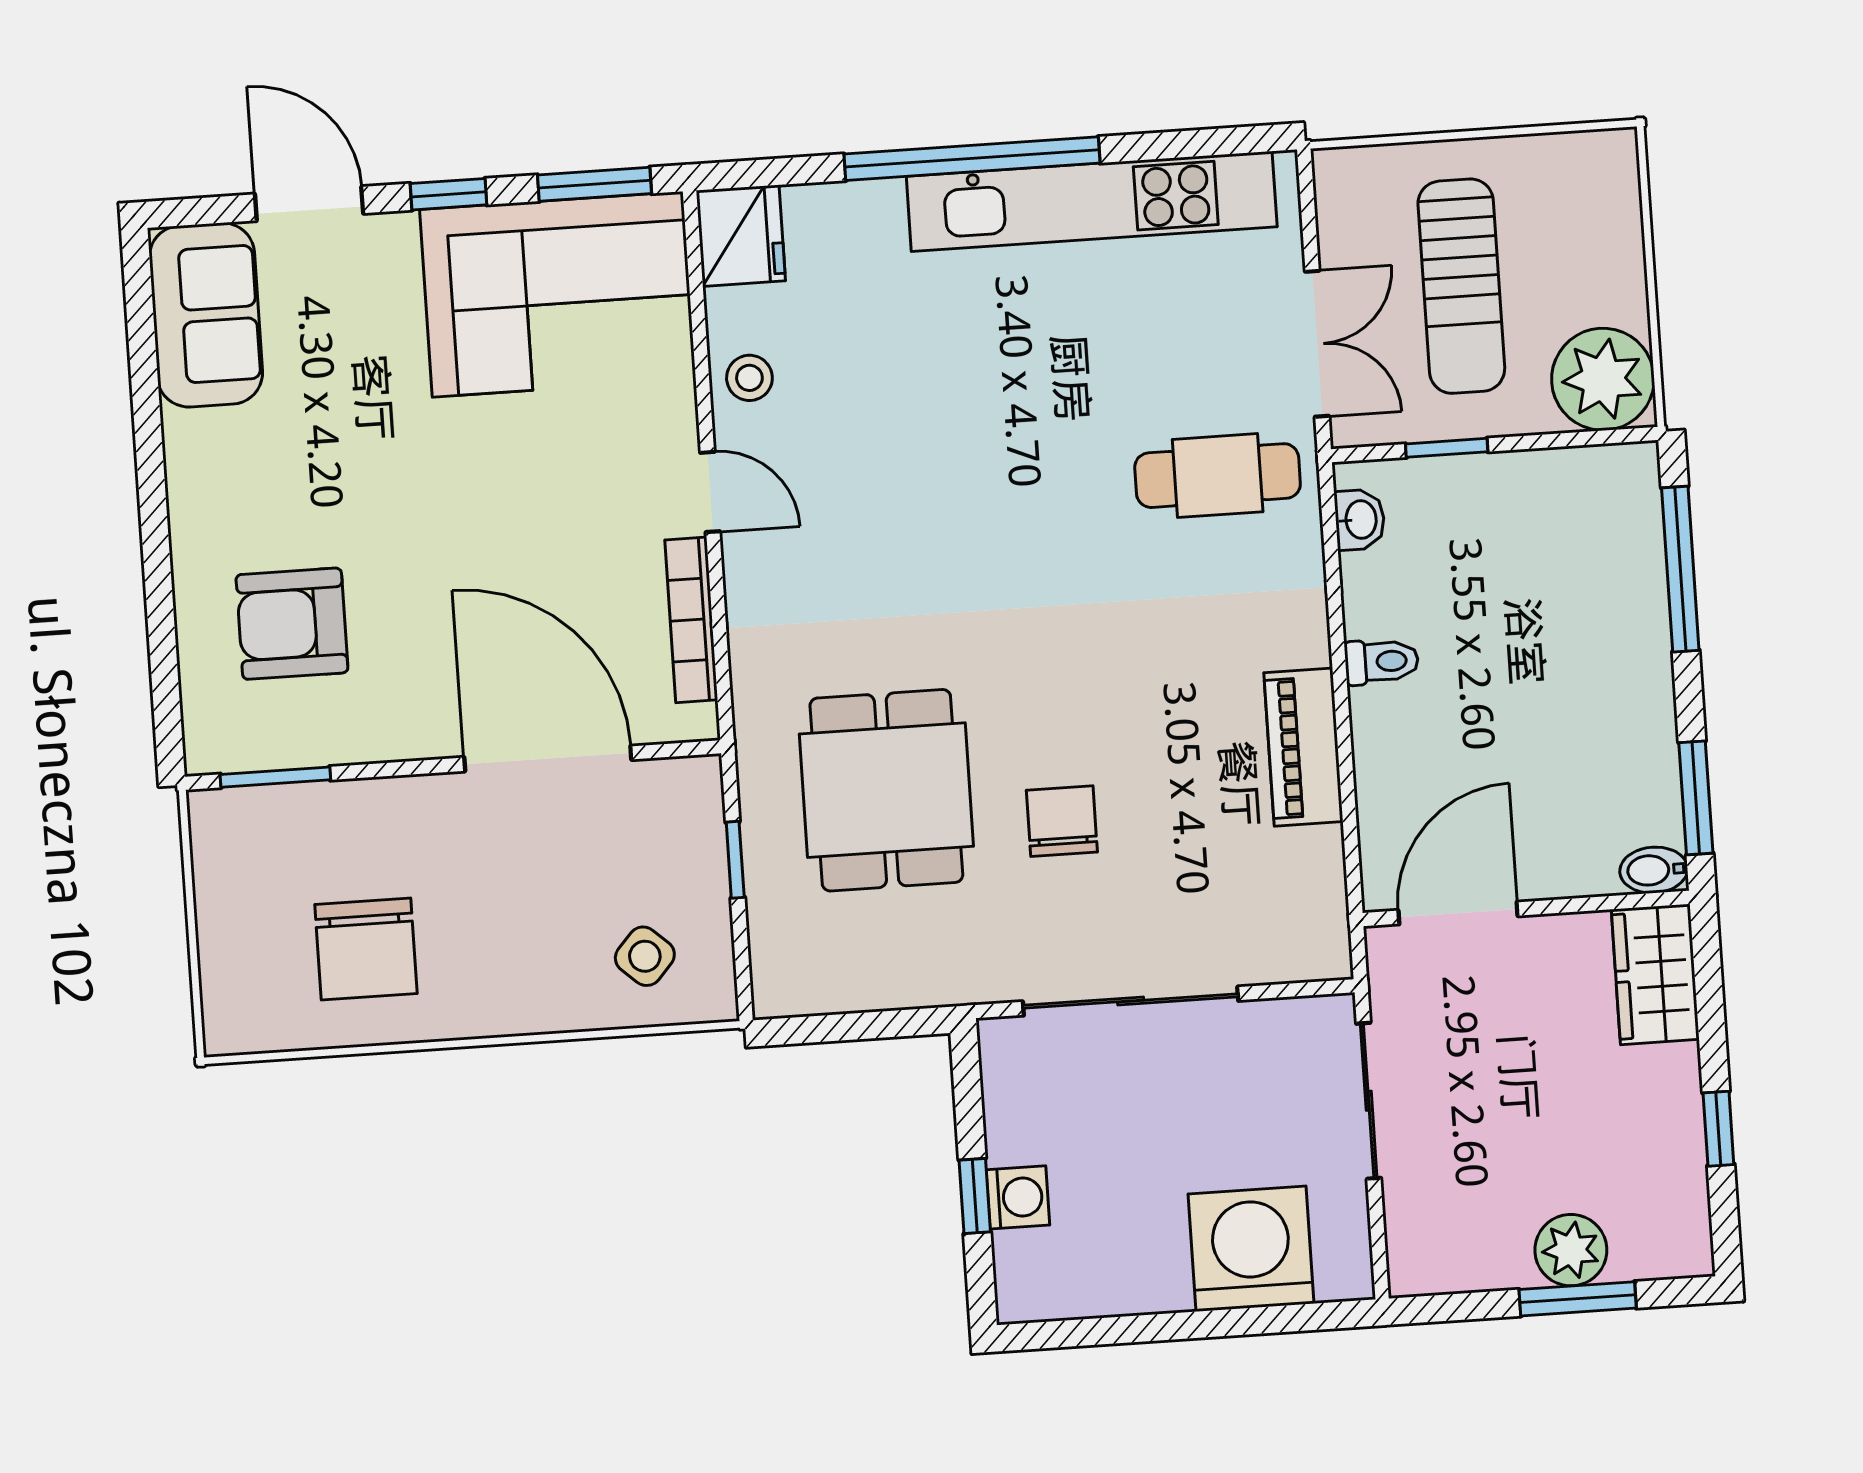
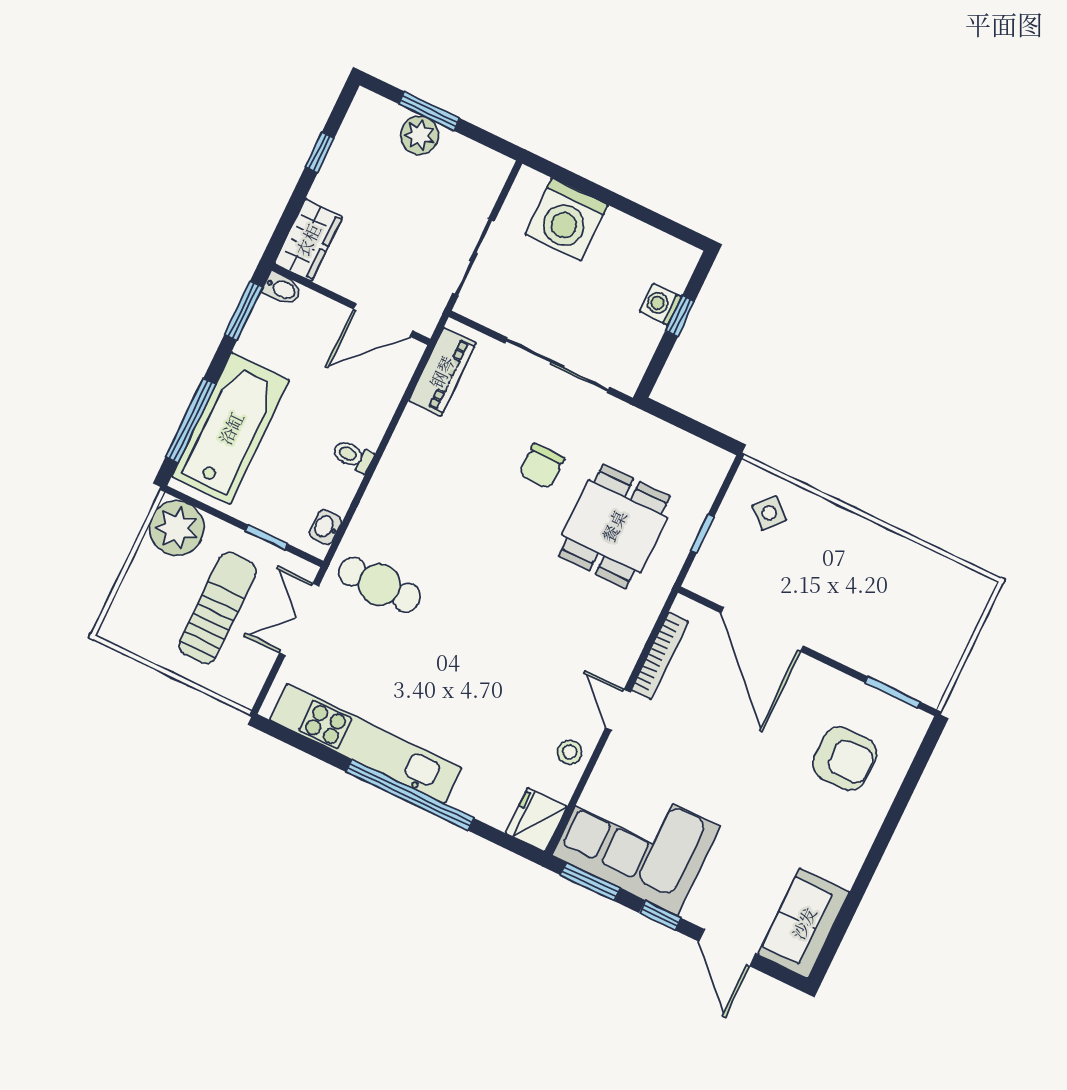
bathtub: (1607, 593) -> (231, 428), added
piano: (1303, 747) -> (442, 372), moved
chair: (366, 949) -> (896, 589), removed

